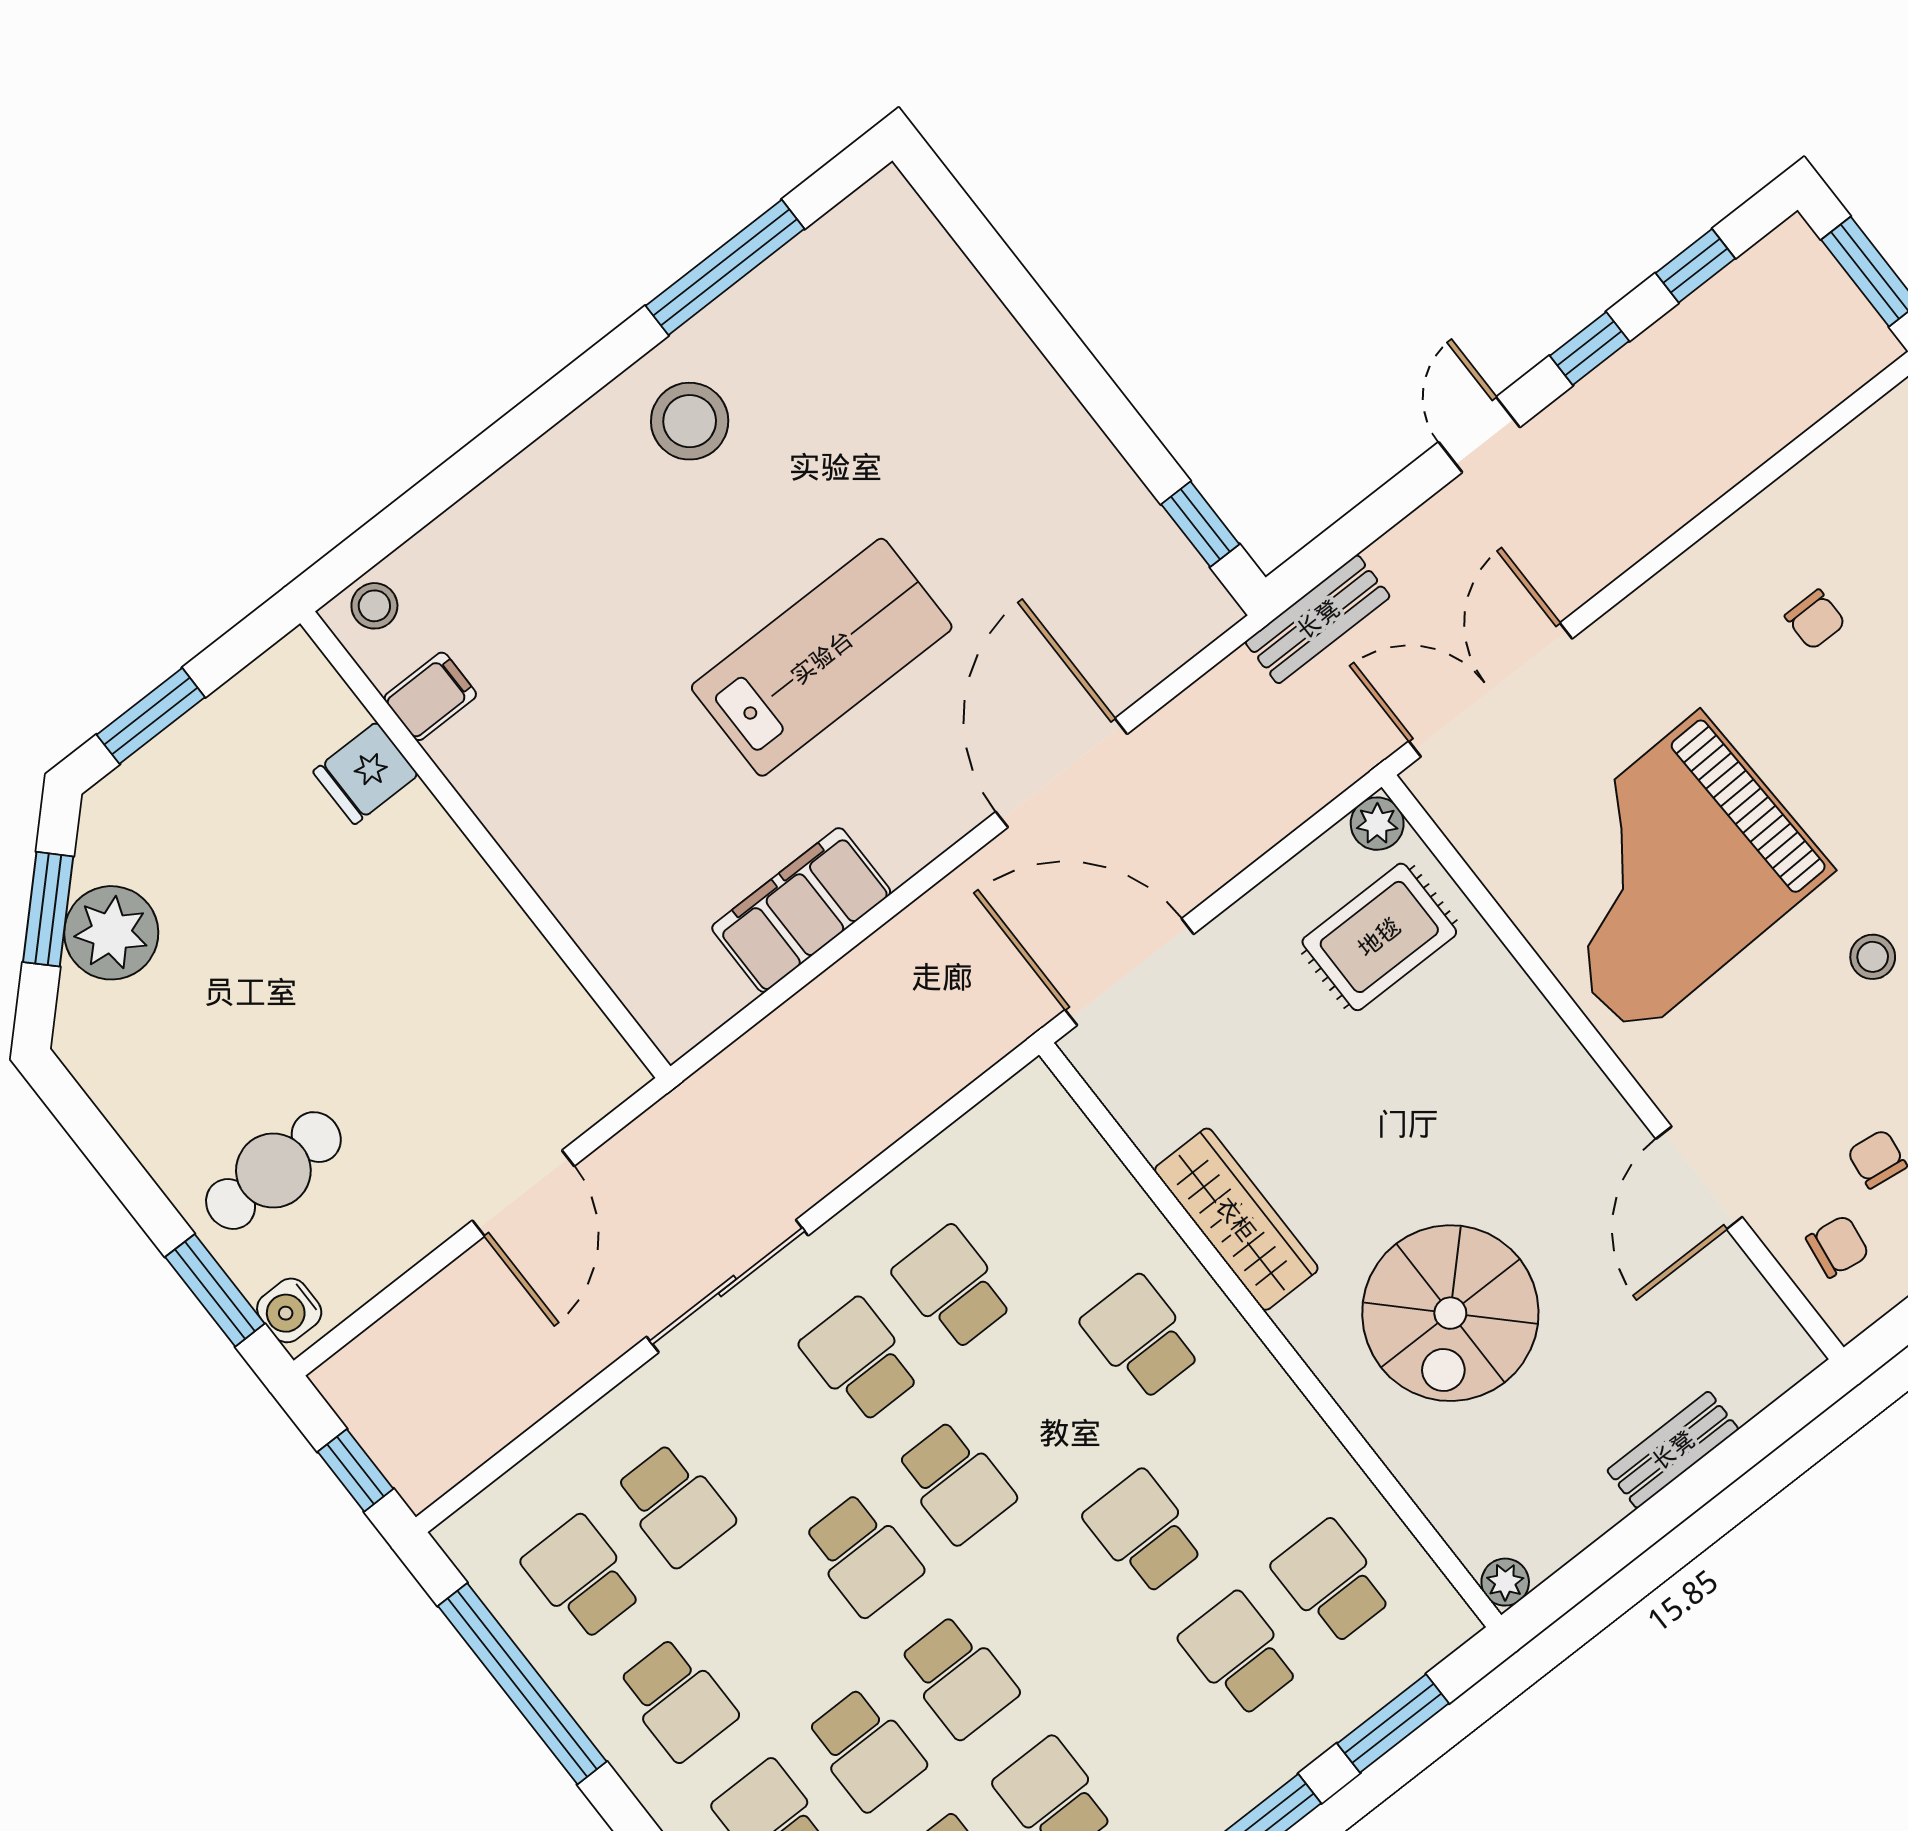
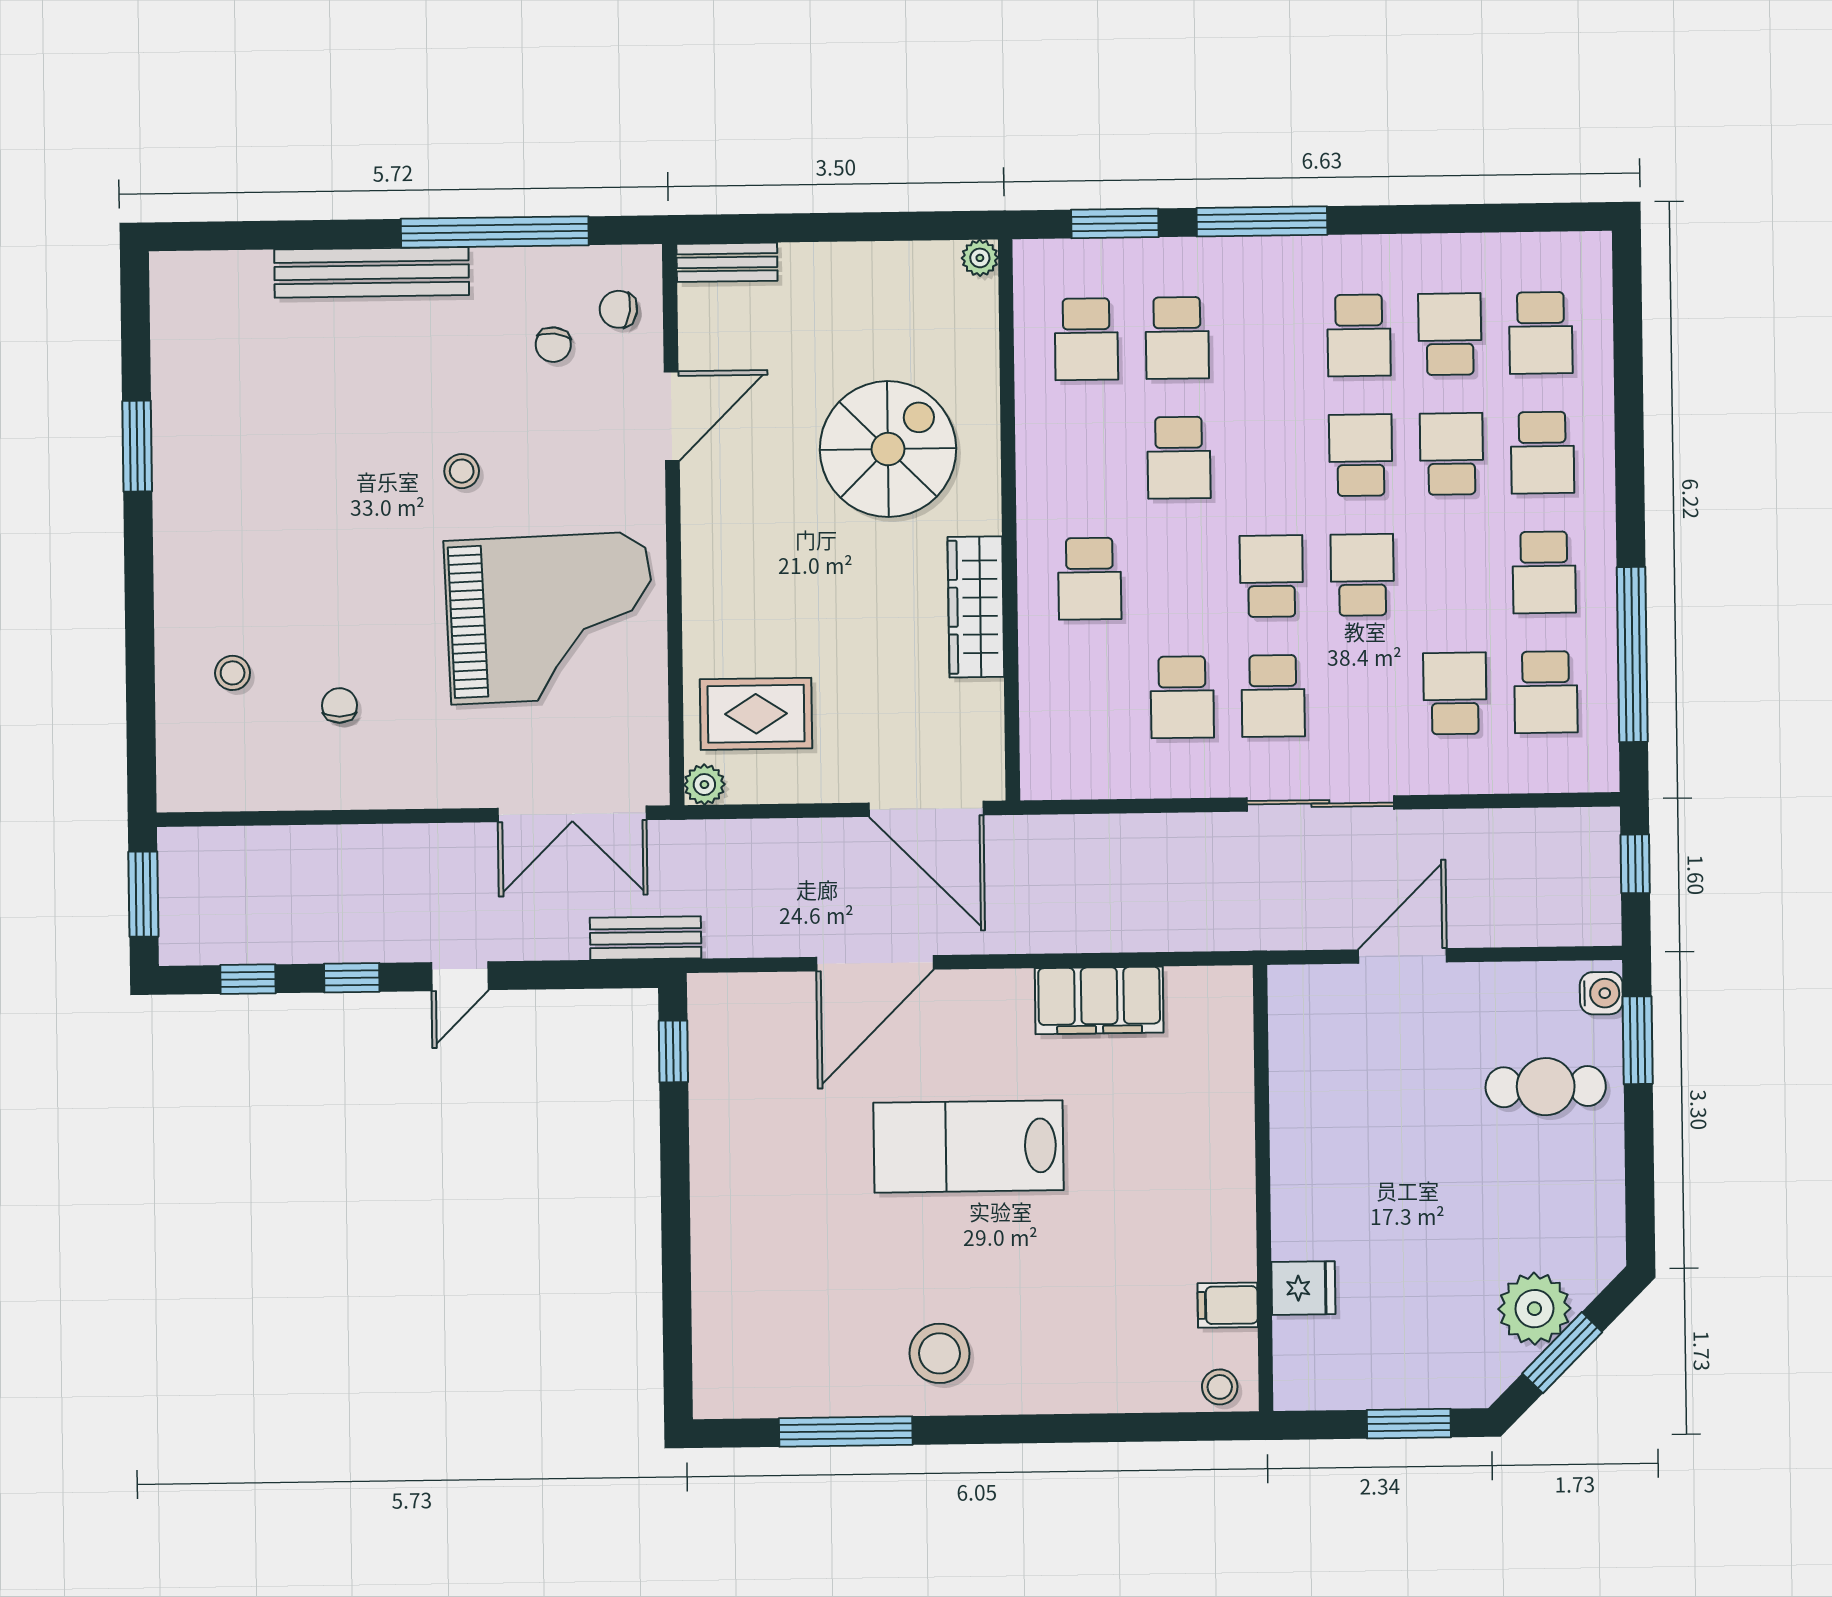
bench: (1673, 1450) -> (727, 262), moved
school desk: (677, 1699) -> (1544, 572), turned 180

